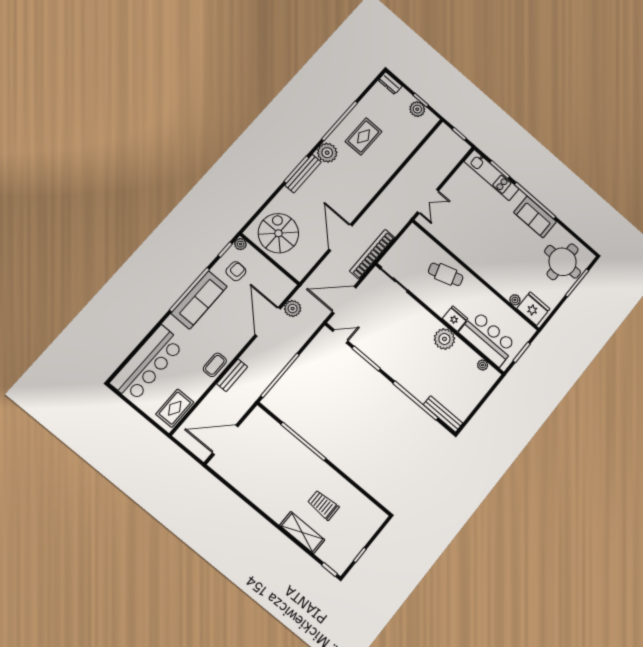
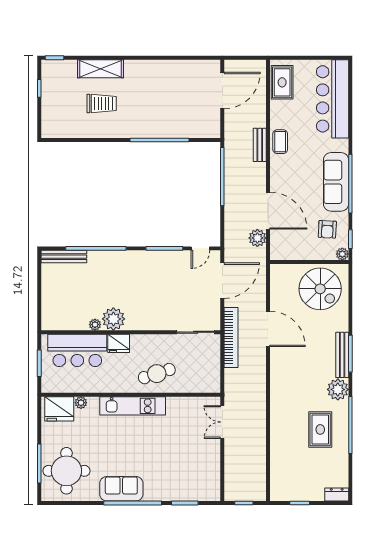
plant: (417, 109) -> (296, 493), removed
kitchen unit: (492, 175) -> (133, 406), moved, turned 180
plant: (483, 365) -> (95, 325), moved

